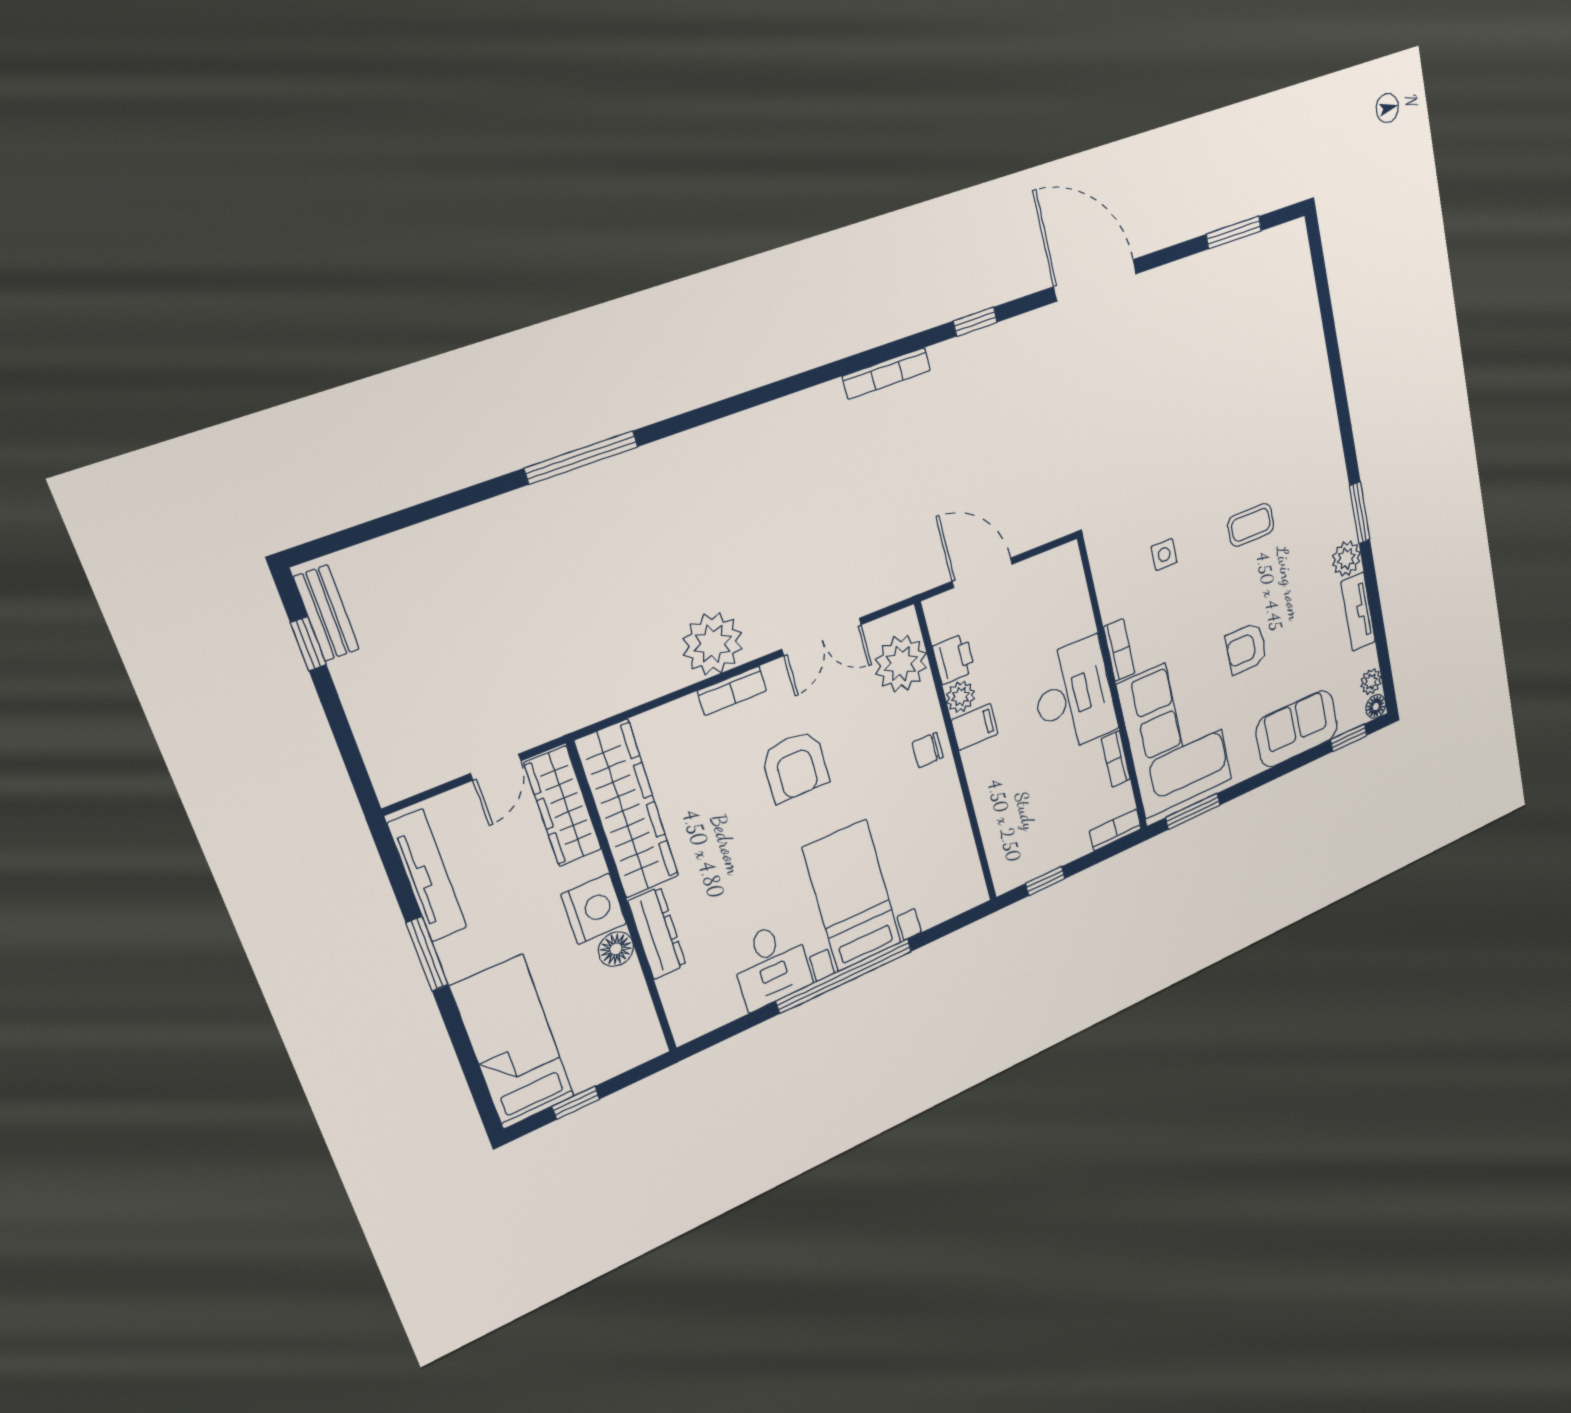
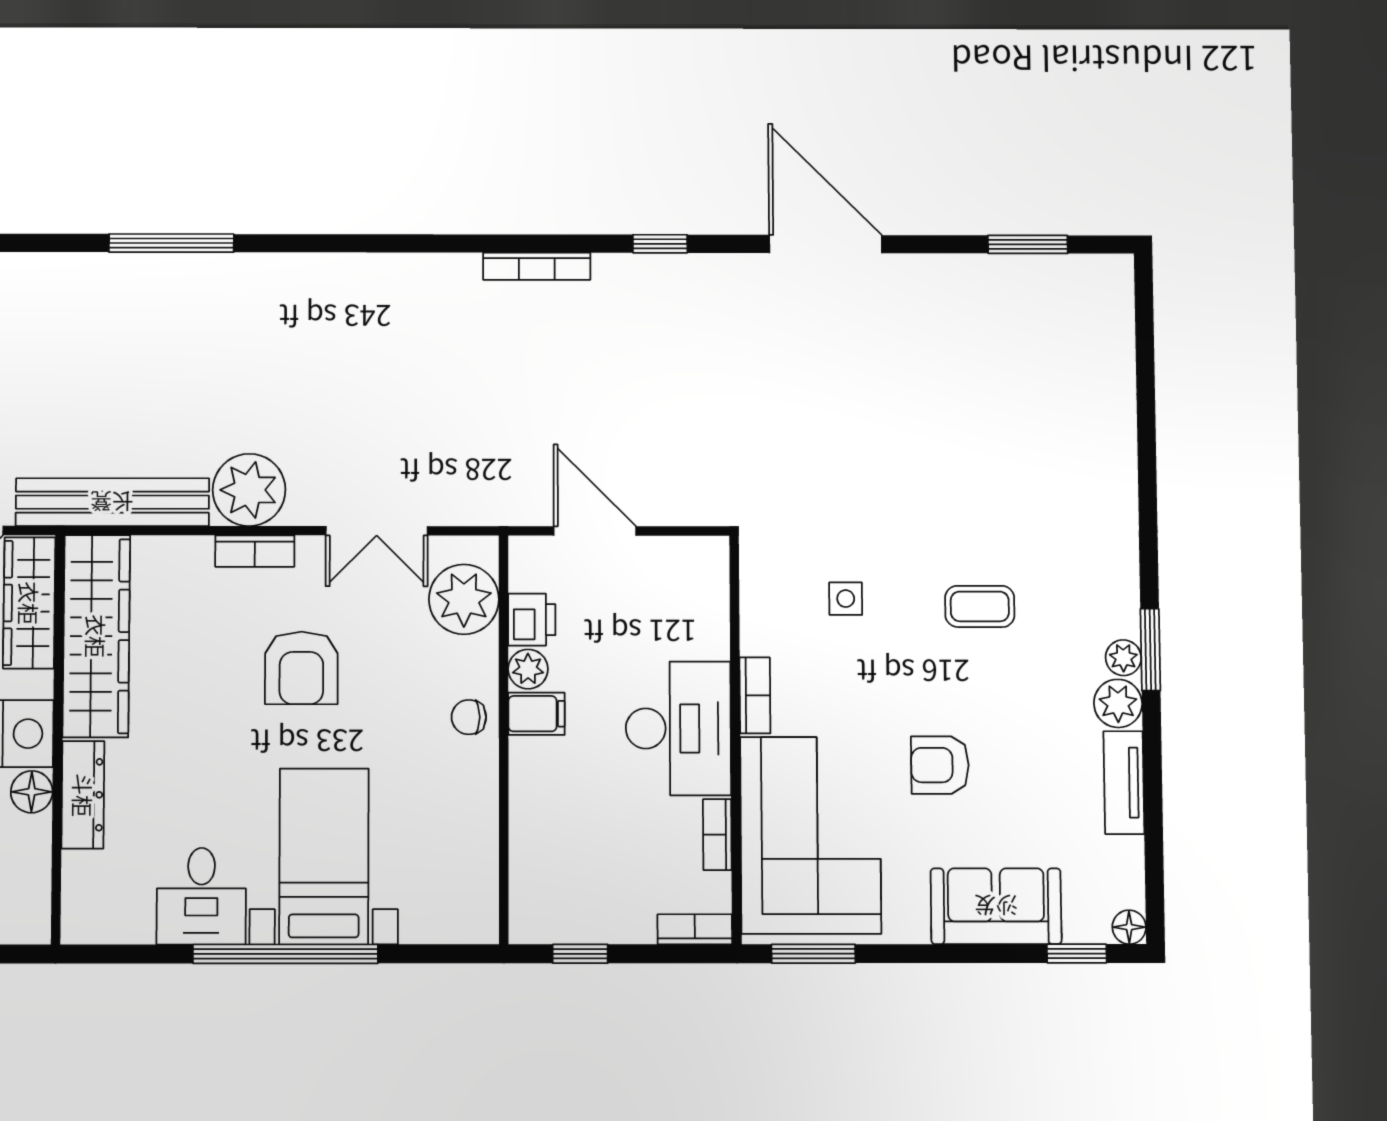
plant: (1371, 682) -> (1123, 658), moved
bench: (604, 698) -> (112, 502), added

